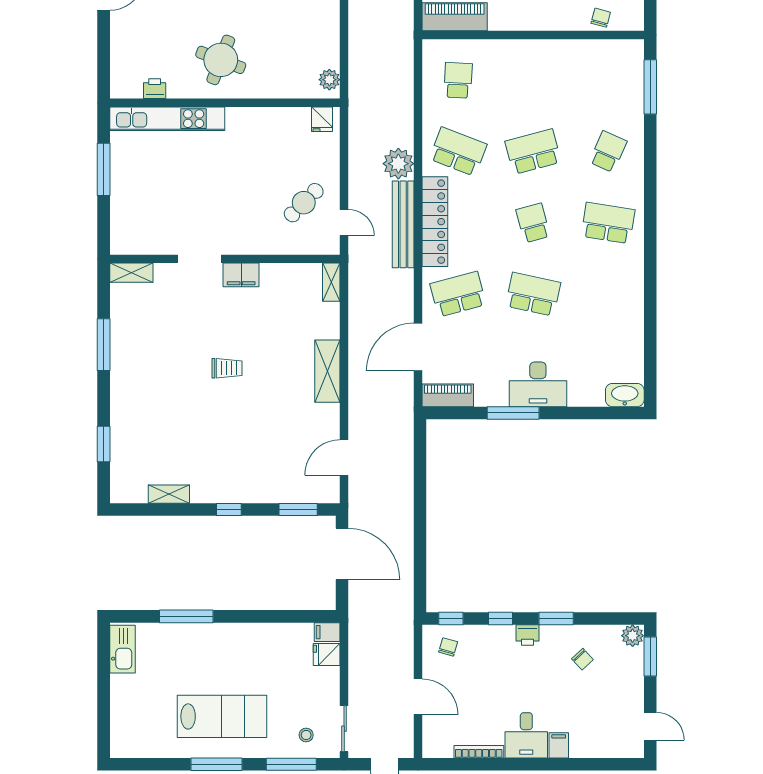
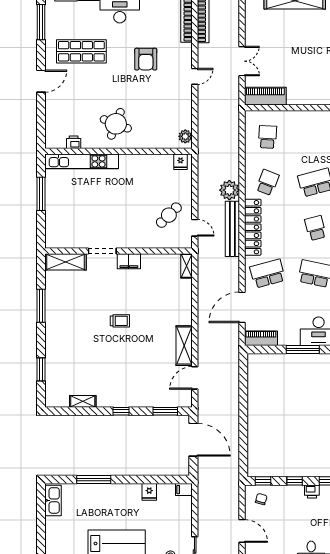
school desk: (458, 152) -> (268, 182), width x0.54
shelving: (131, 273) -> (66, 262), width x1.50, depth x1.33
shelving: (327, 371) -> (184, 346), moved
fridge: (327, 655) -> (149, 492), moved, turned -90

